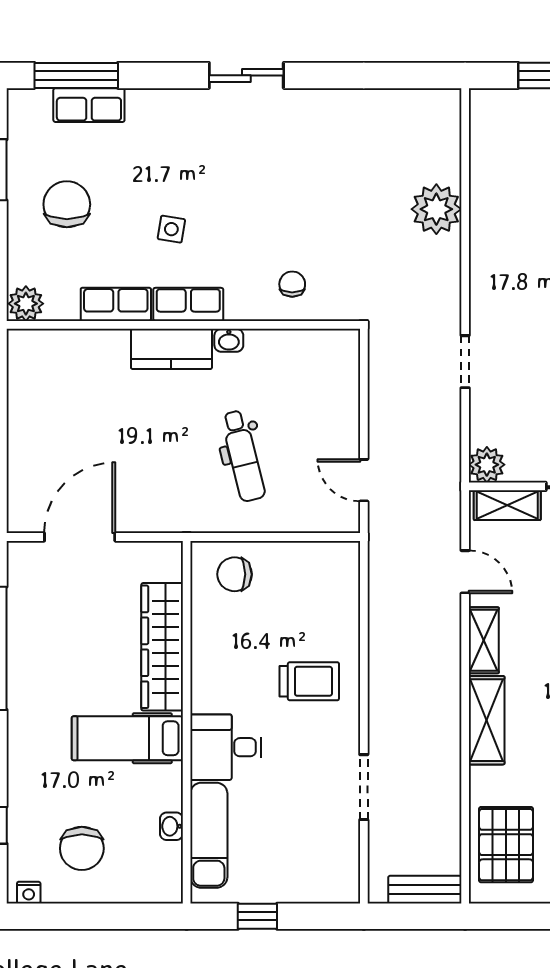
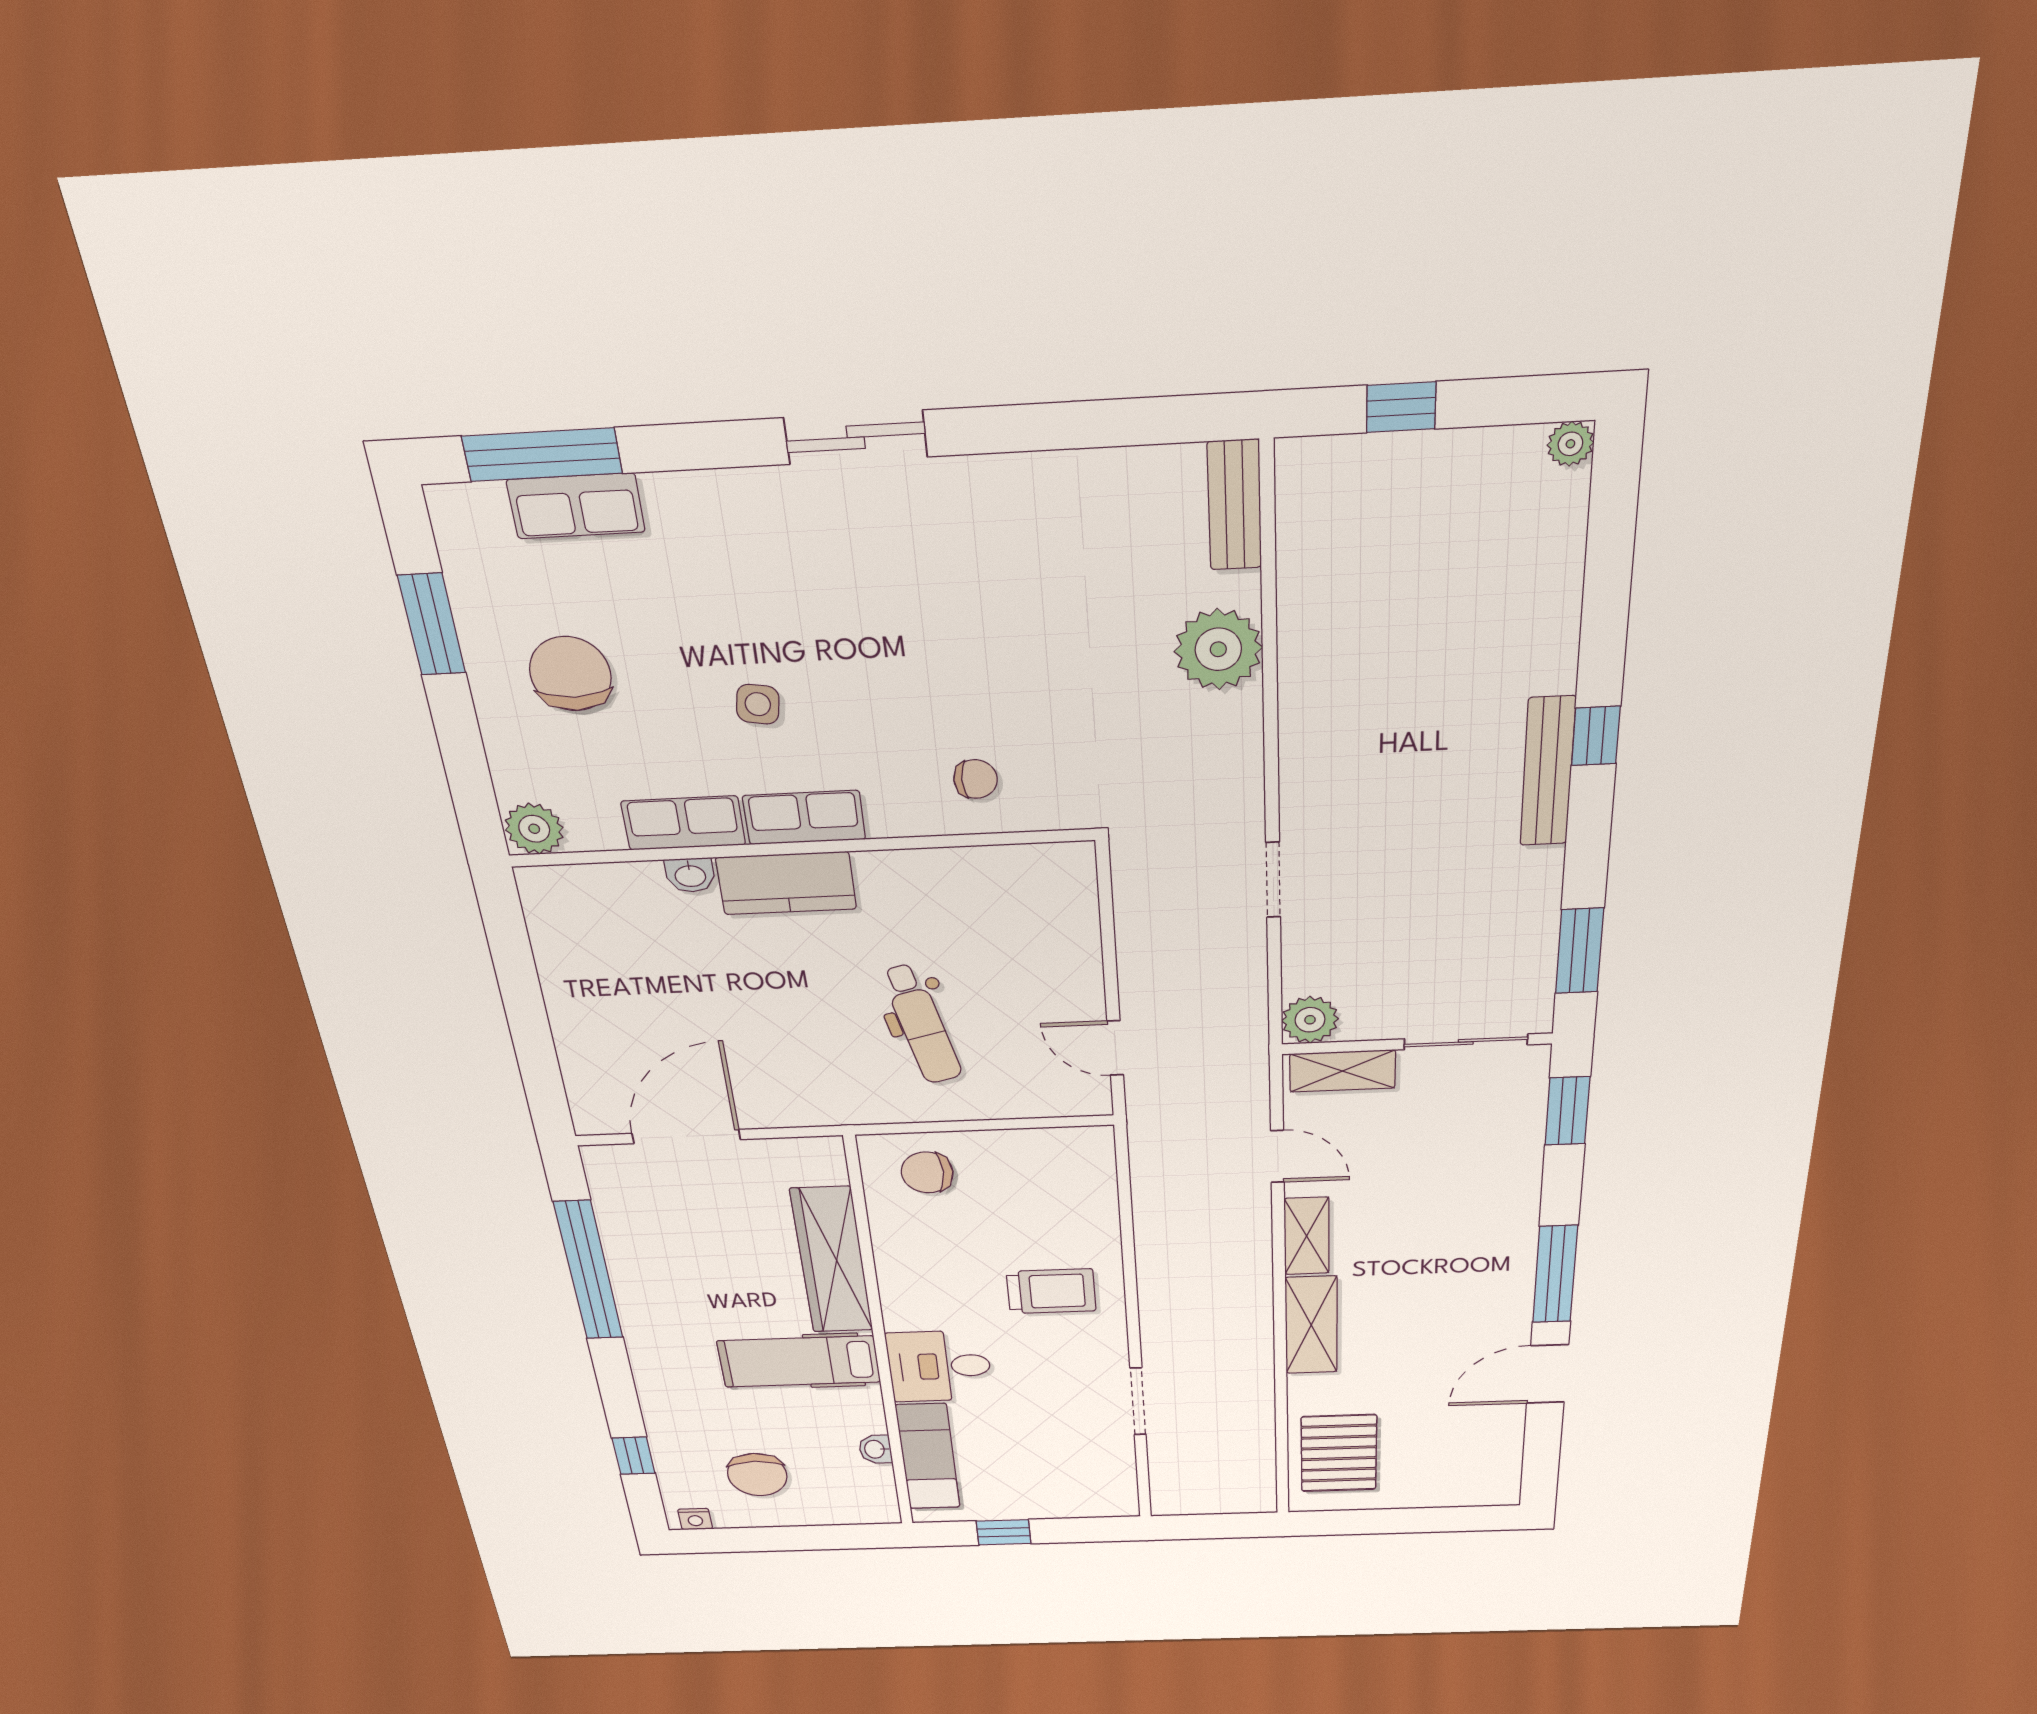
chair: (292, 284) -> (975, 779), turned 90
washbasin: (229, 340) -> (690, 875), moved
bench: (425, 890) -> (1235, 505), moved, turned 90

